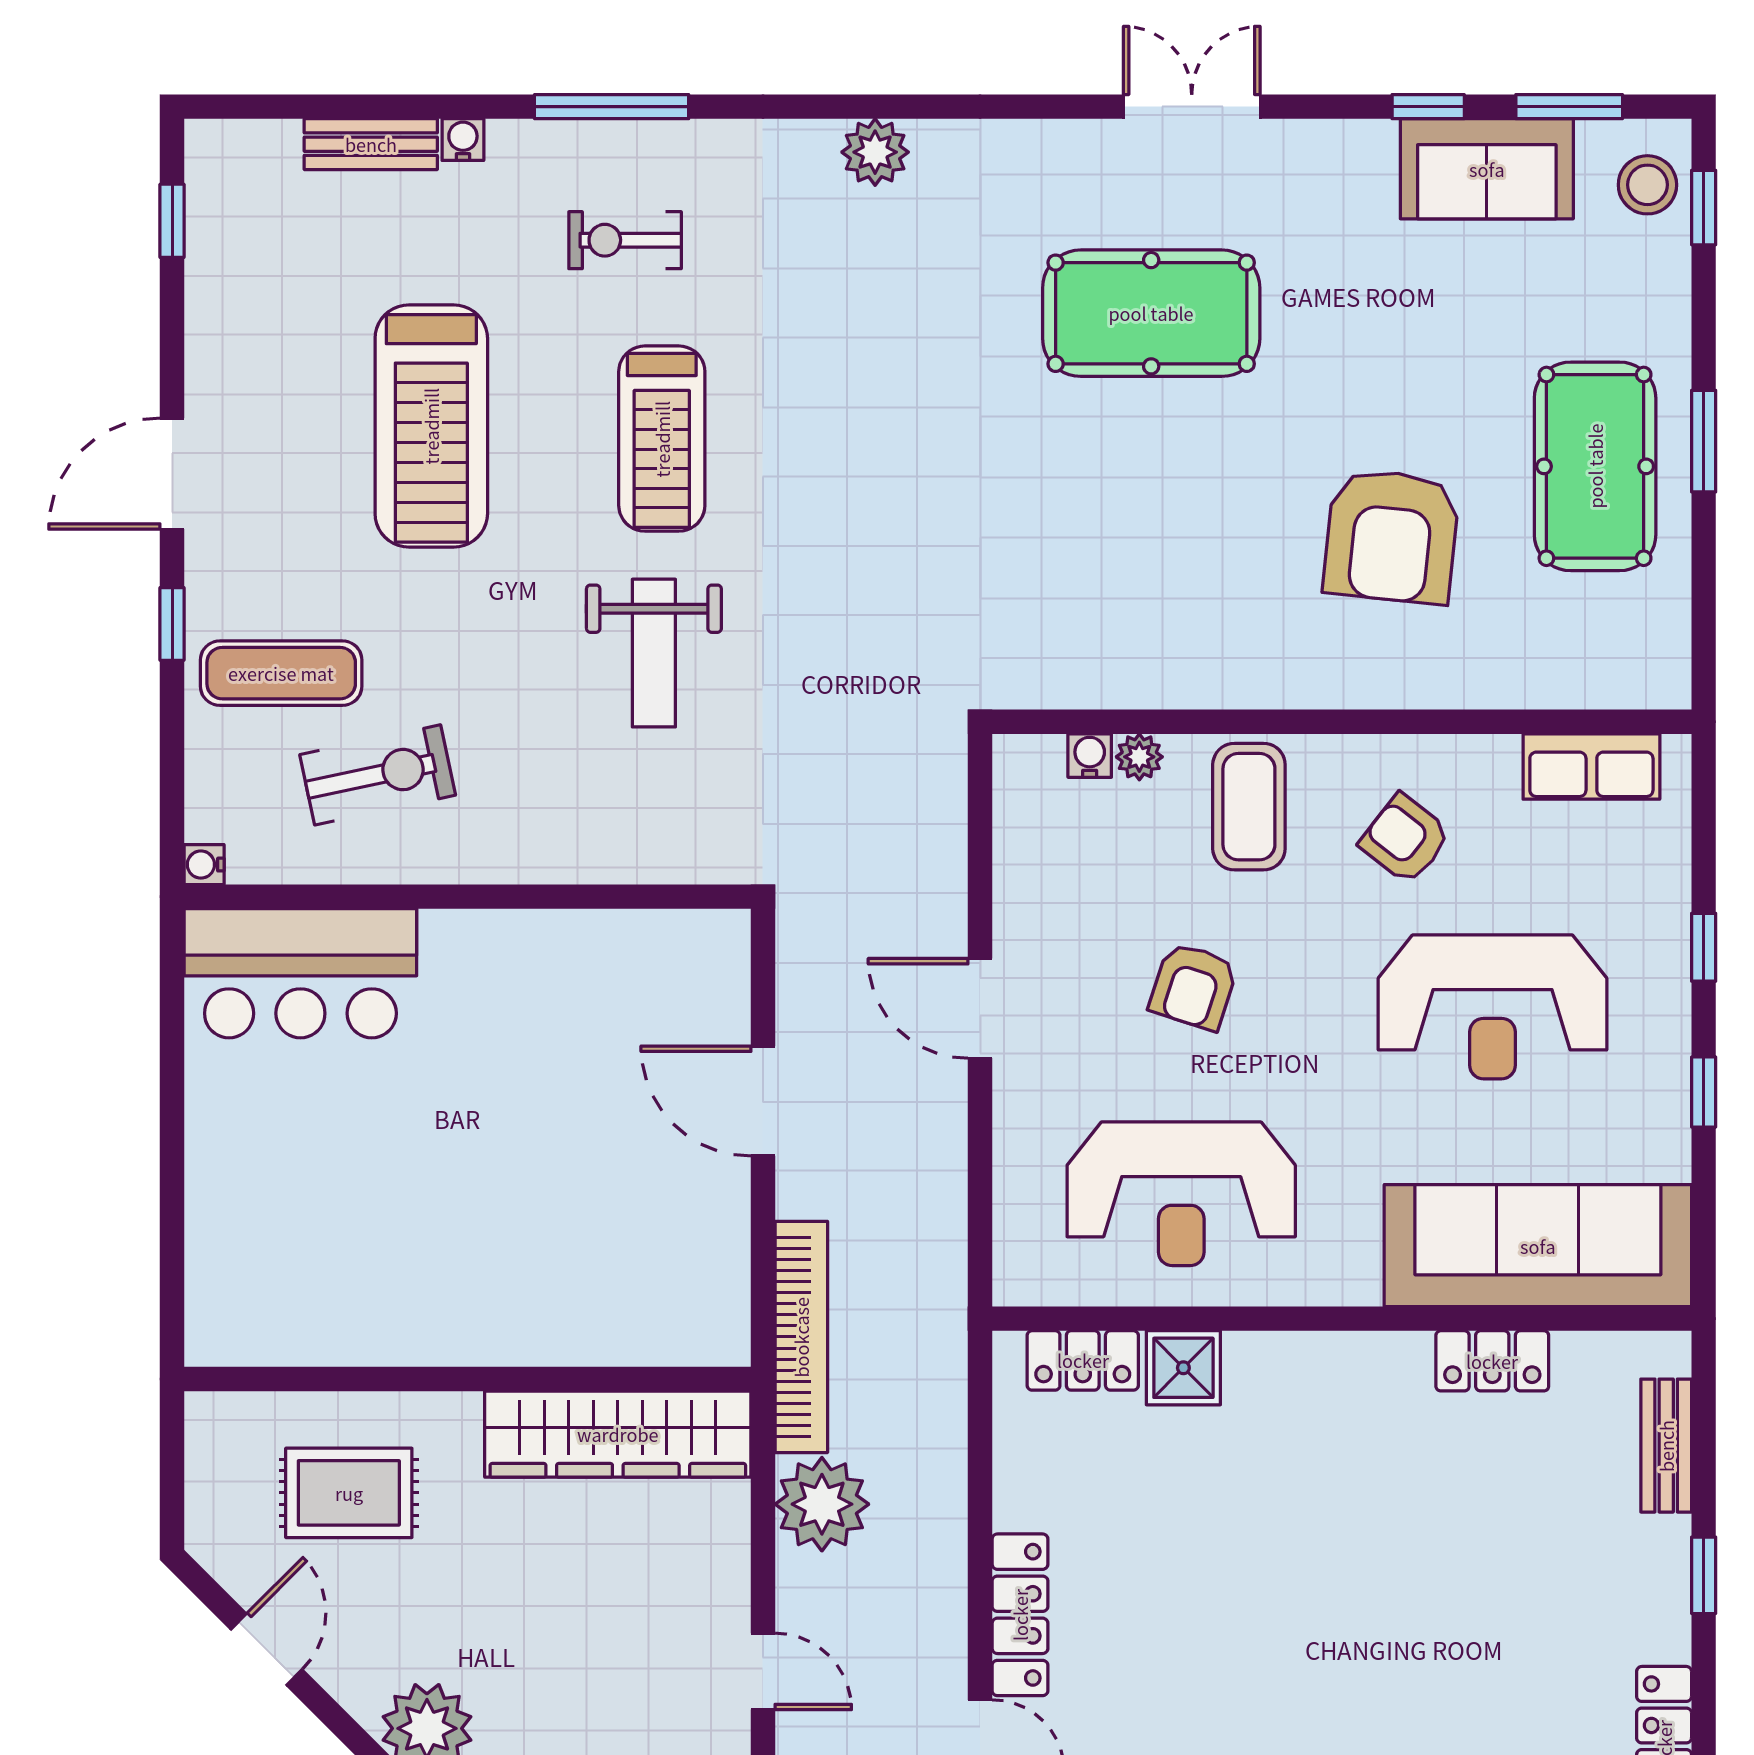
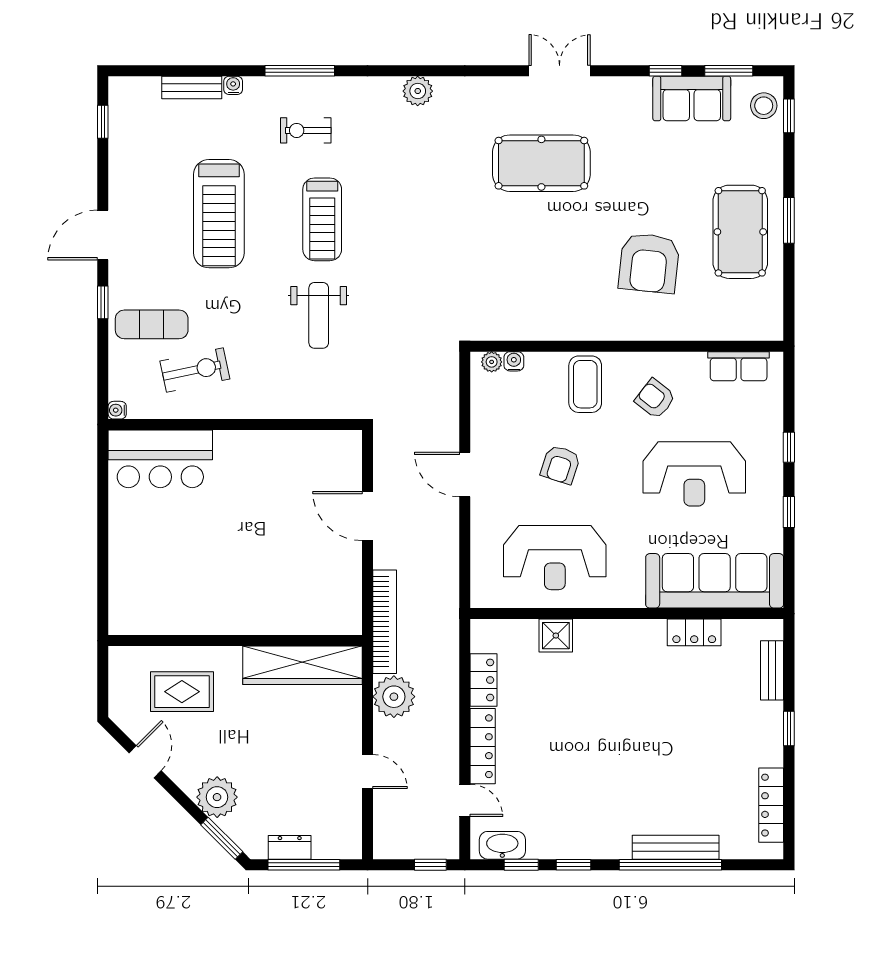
plant: (1139, 757) -> (492, 362), moved
locker: (1083, 1360) -> (483, 680), moved, turned -90

